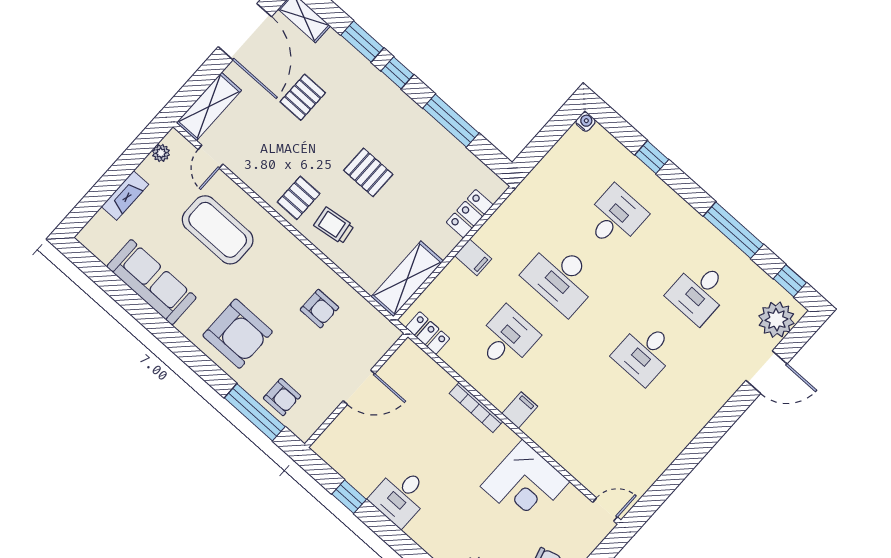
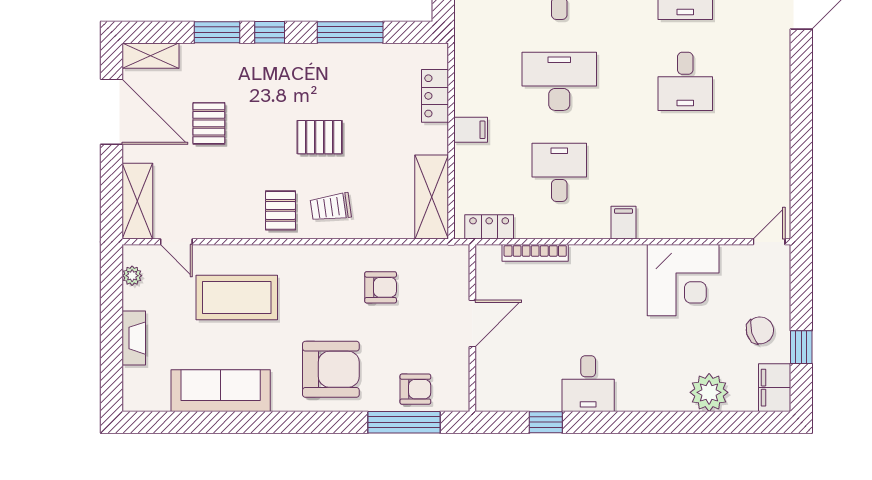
desk: (561, 278) -> (559, 81), turned 180
bookcase: (476, 407) -> (535, 253), moved

